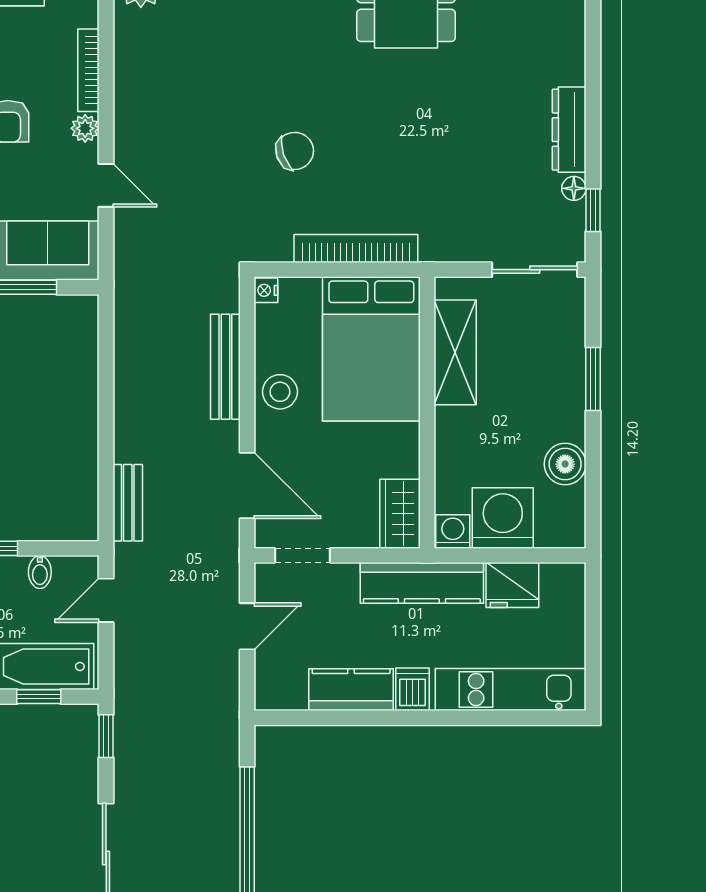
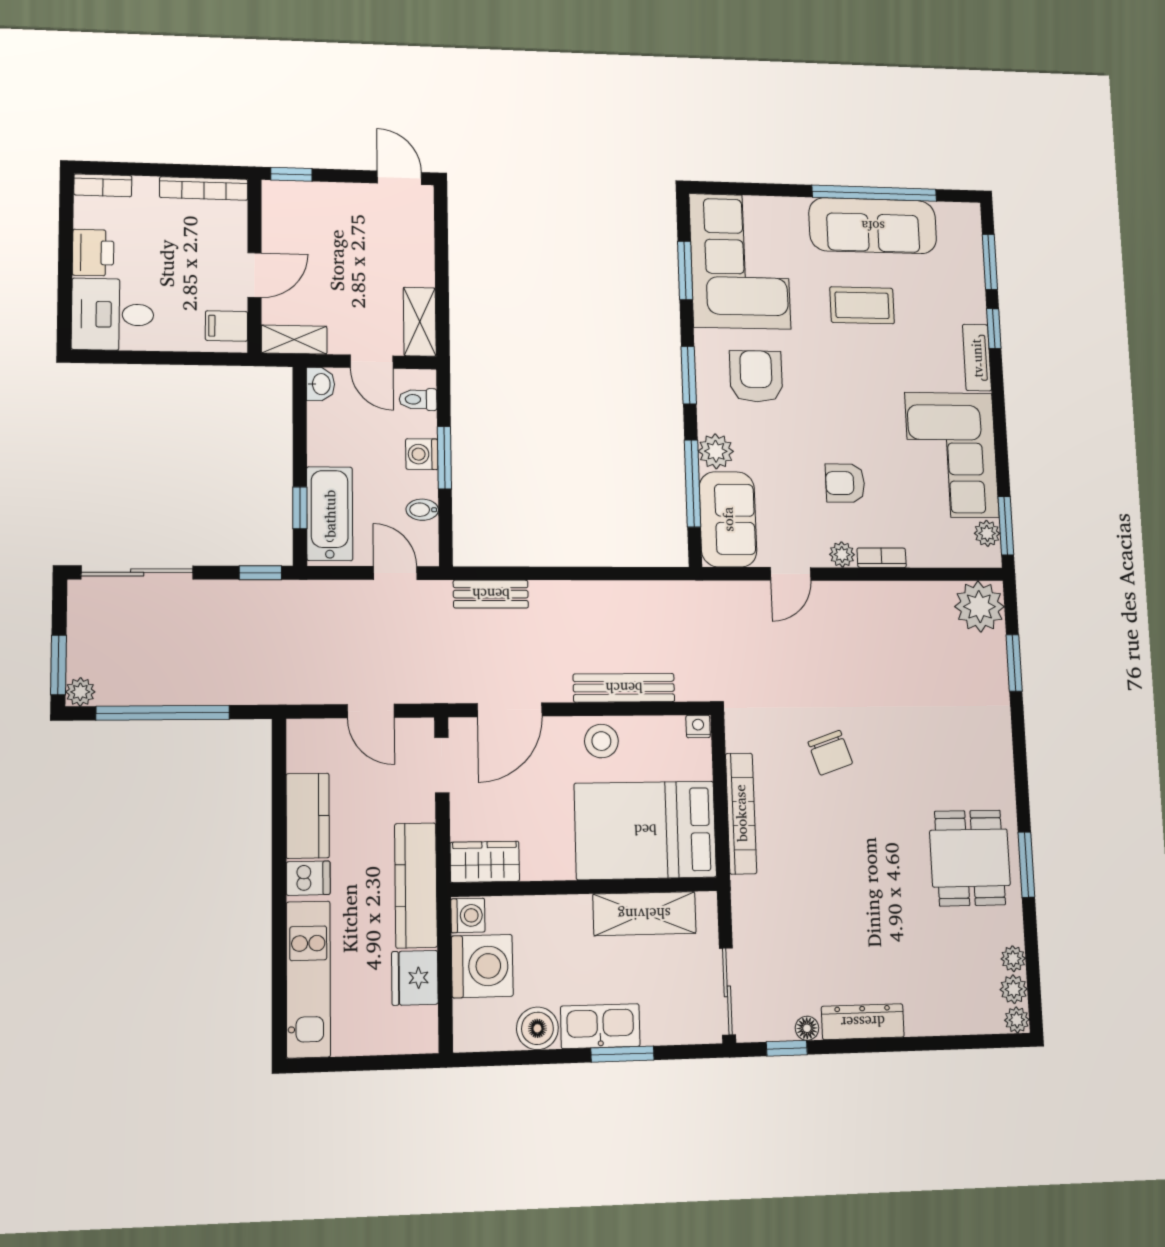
bookcase: (88, 70) -> (882, 558), width x0.64
kitchen sink: (565, 401) -> (600, 1026), added

